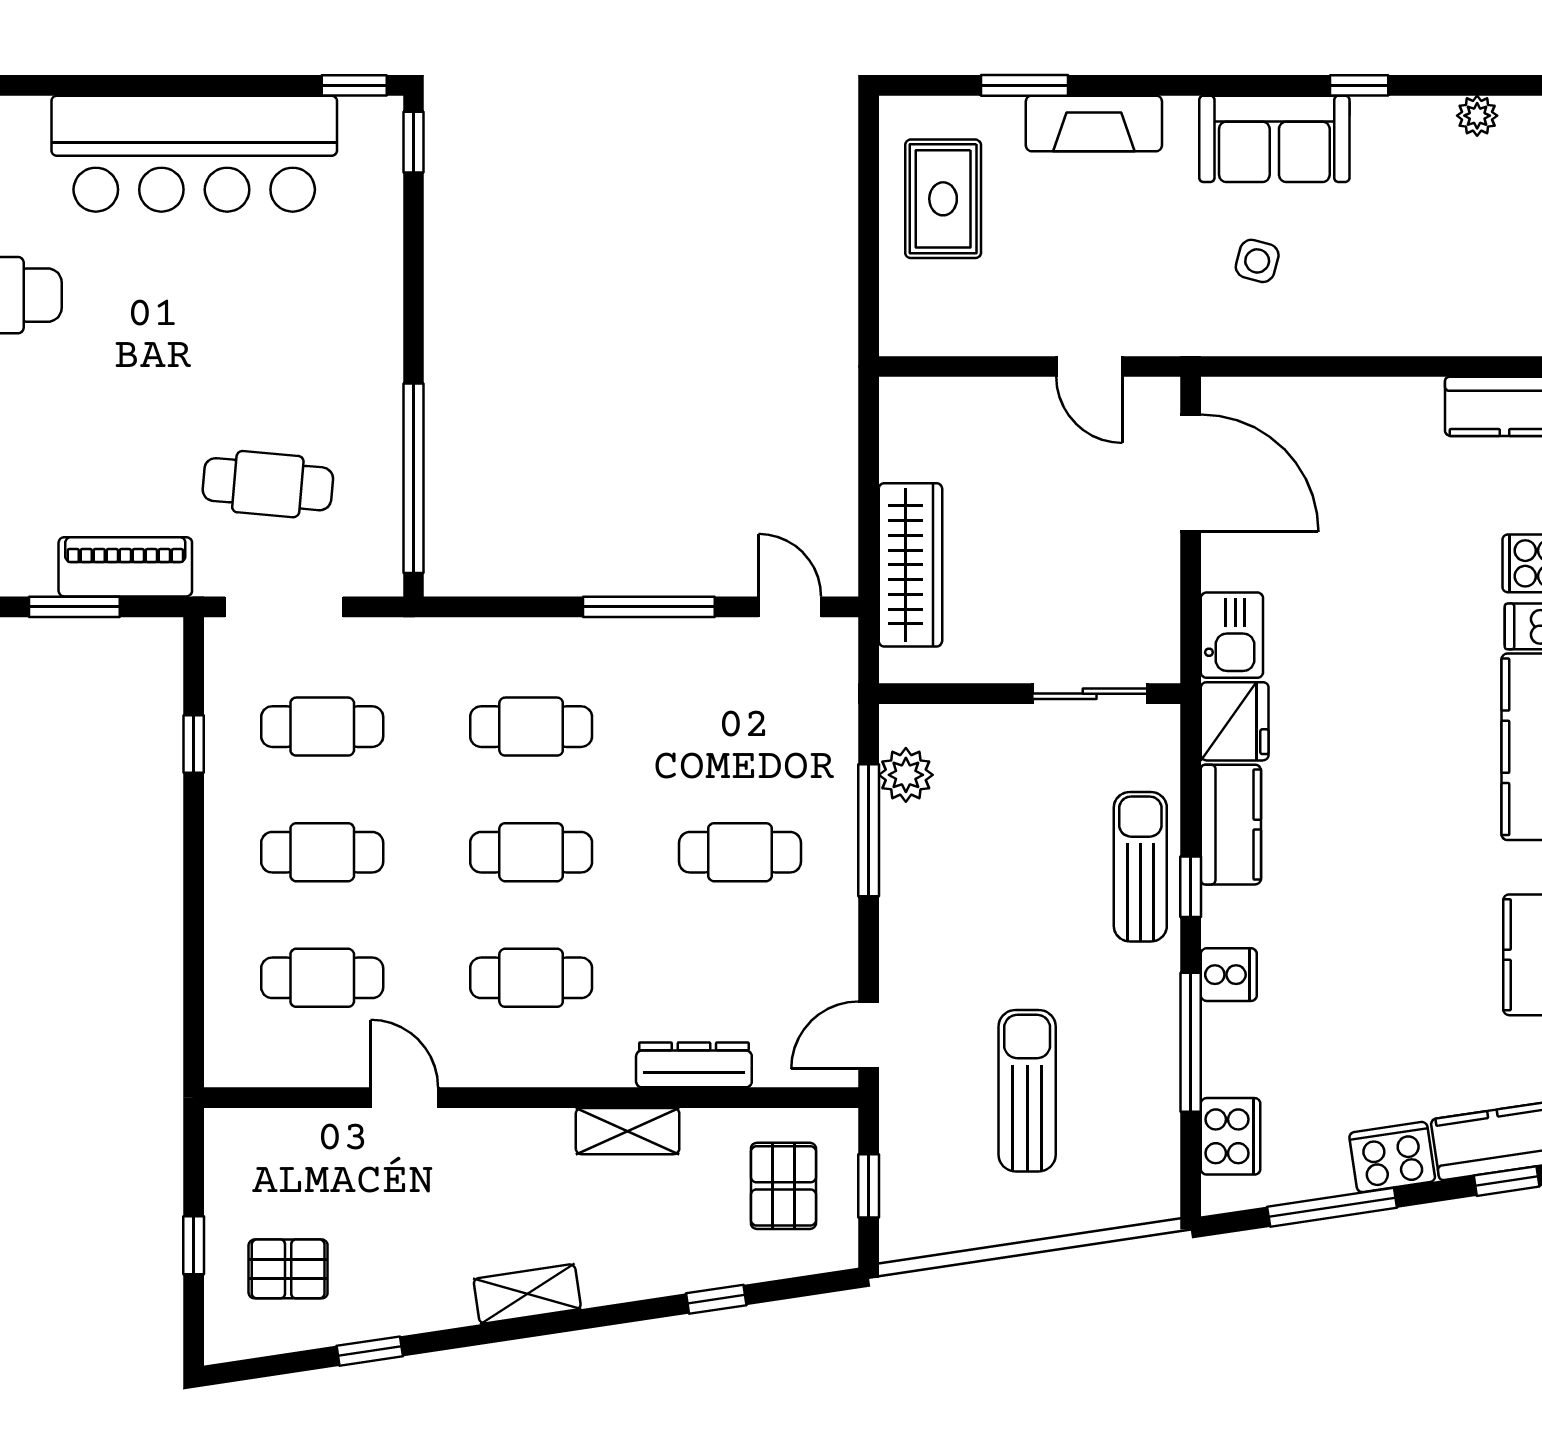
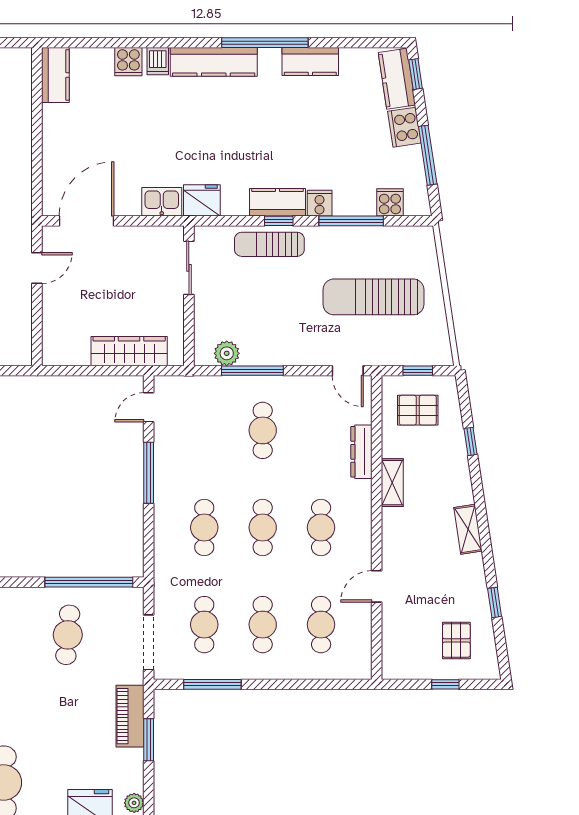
cafe table: (268, 484) -> (68, 635), moved
window: (194, 744) -> (212, 684), width x2.17
kitchen counter: (1231, 825) -> (277, 202), moved
sun lounger: (1027, 1091) -> (373, 297), width x1.36, depth x1.34
cooker: (1231, 1136) -> (390, 202), width x0.73

